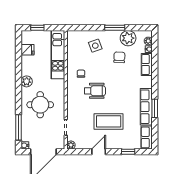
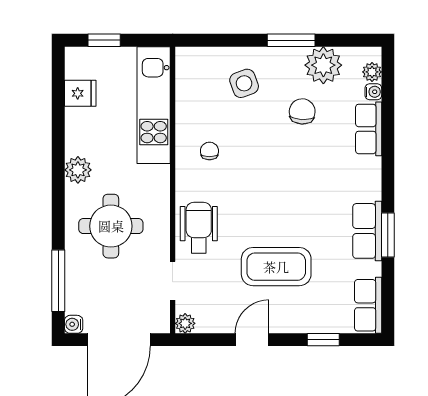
wheelchair: (95, 91) -> (199, 228), moved, turned -90
row of seats: (146, 107) -> (367, 231), width x0.68

